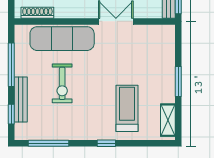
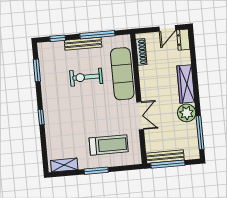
bench: (21, 99) -> (83, 44), moved
treadmill: (127, 108) -> (109, 145), moved
window: (48, 143) -> (37, 70), width x0.69

